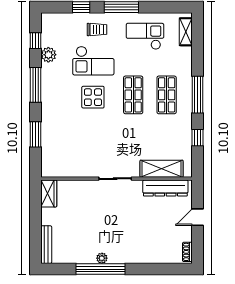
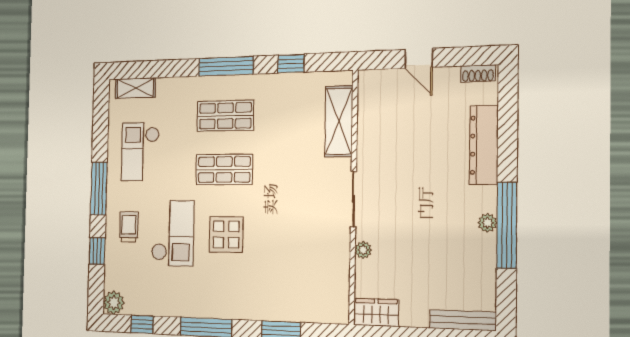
plant: (48, 55) -> (114, 303), moved
plant: (85, 185) -> (363, 250), added
dresser: (165, 188) -> (484, 145), moved, turned 180

